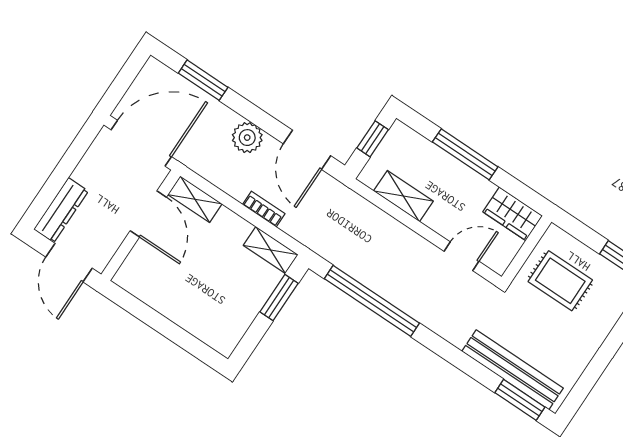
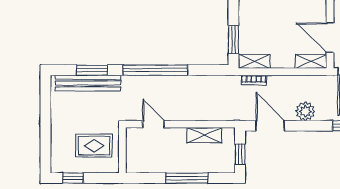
bookcase: (264, 209) -> (254, 80), moved
wardrobe: (513, 214) -> (142, 164), removed
door: (461, 256) -> (154, 124), swing flipped
window: (372, 301) -> (155, 70), moved
window: (520, 400) -> (92, 70), moved

